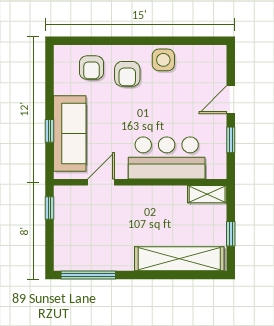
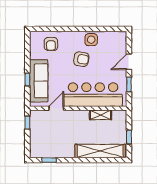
armchair: (127, 74) -> (81, 59), moved, turned -81
bar counter: (167, 158) -> (93, 95), width x1.36
shelving: (207, 194) -> (100, 115), moved
window: (88, 275) -> (49, 160), width x0.46

